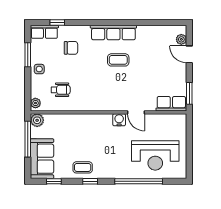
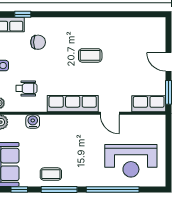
row of seats: (113, 33) -> (73, 104), moved, turned 180
plant: (181, 39) -> (160, 33), removed
door: (189, 54) -> (168, 62), moved
water cooler: (119, 120) -> (33, 121), moved
window: (90, 181) -> (59, 189), width x2.17

